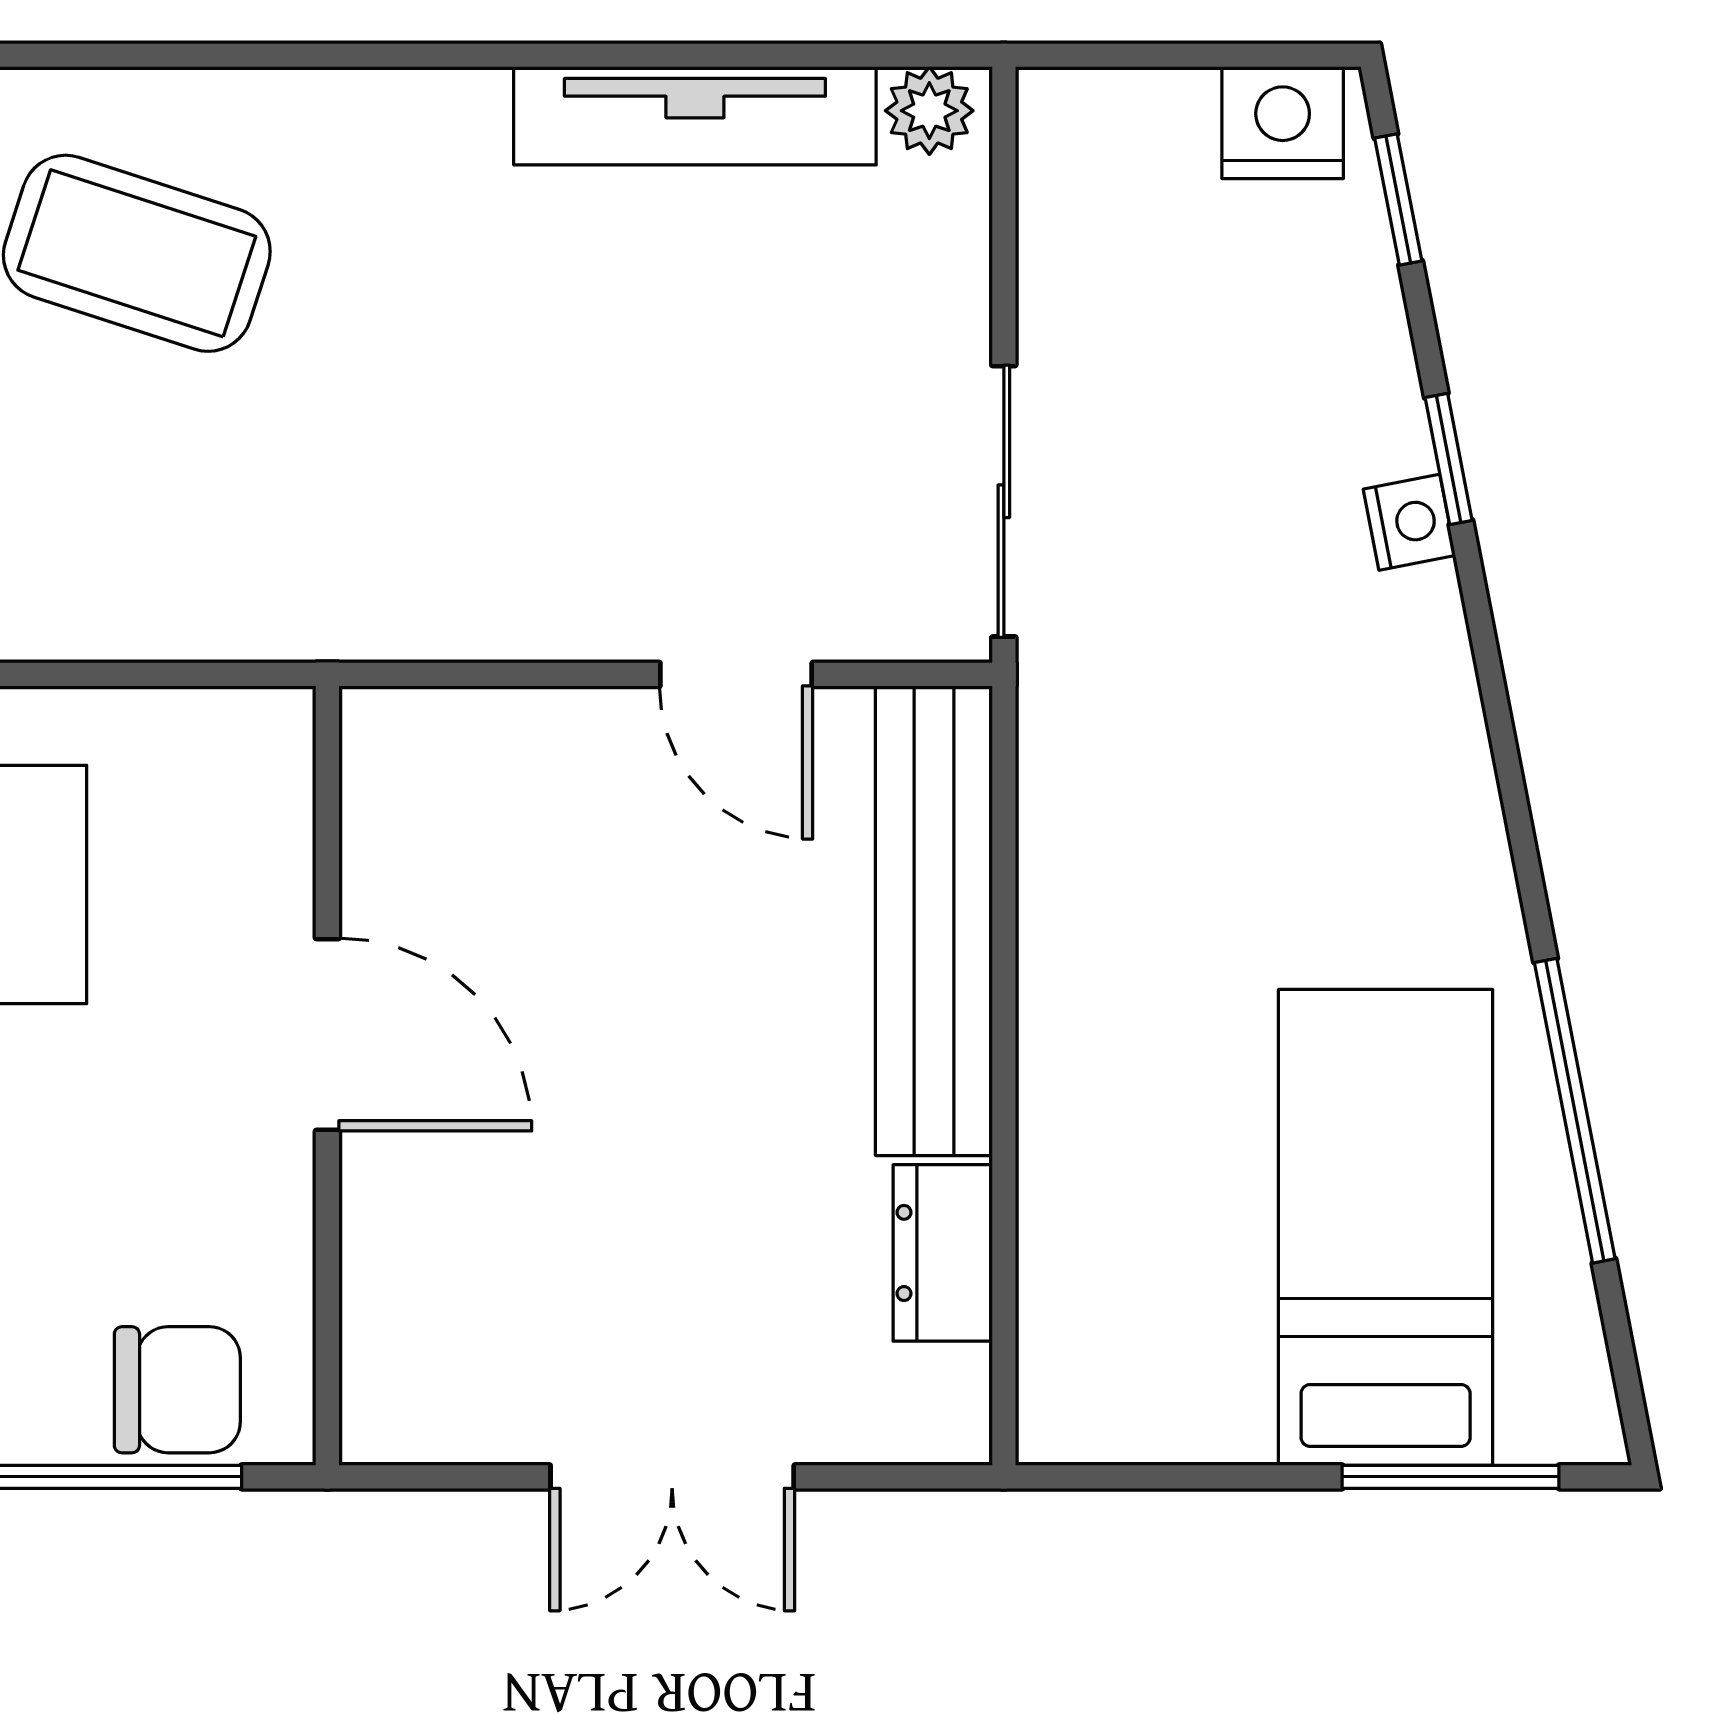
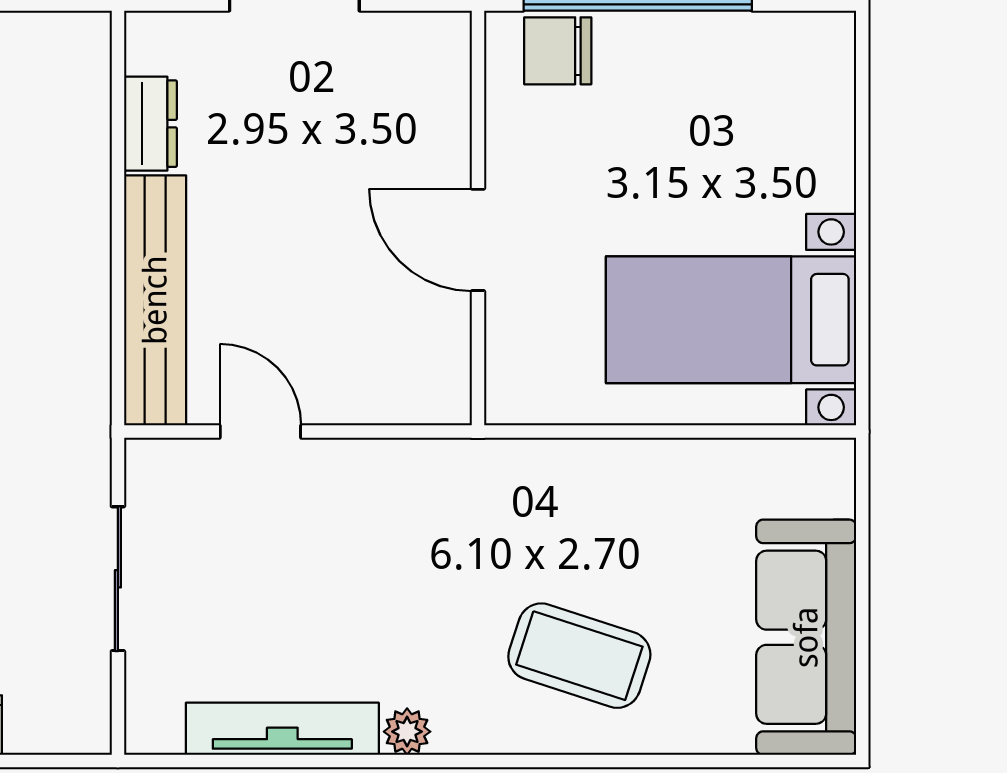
plant: (929, 111) -> (407, 732), moved
sliding door: (1004, 501) -> (118, 579), moved

